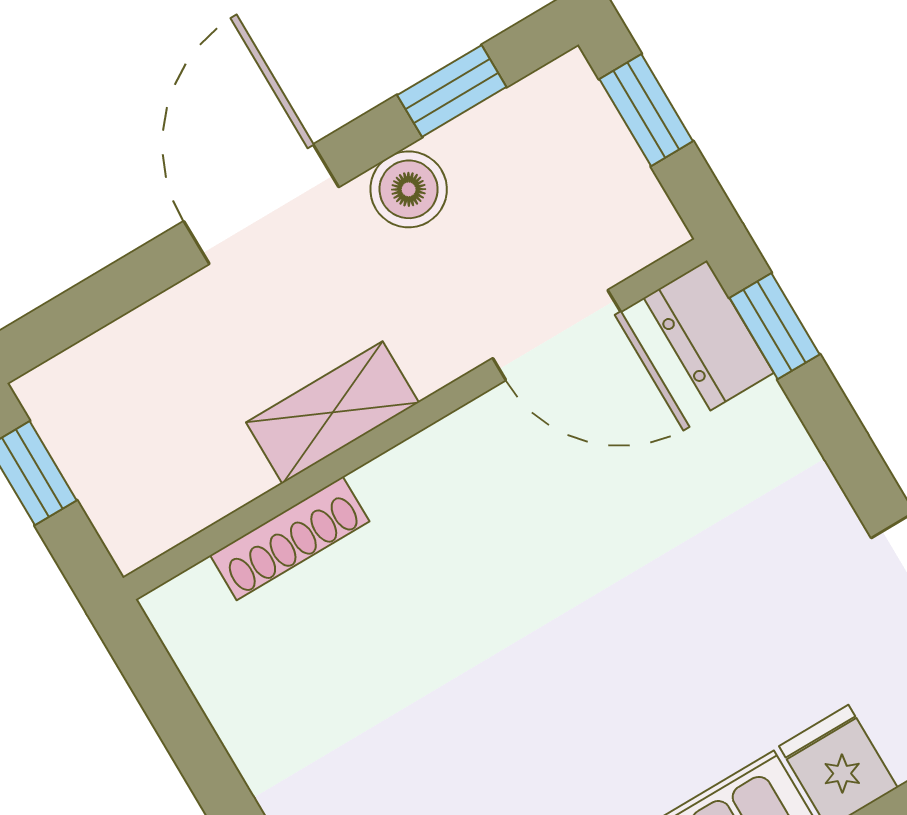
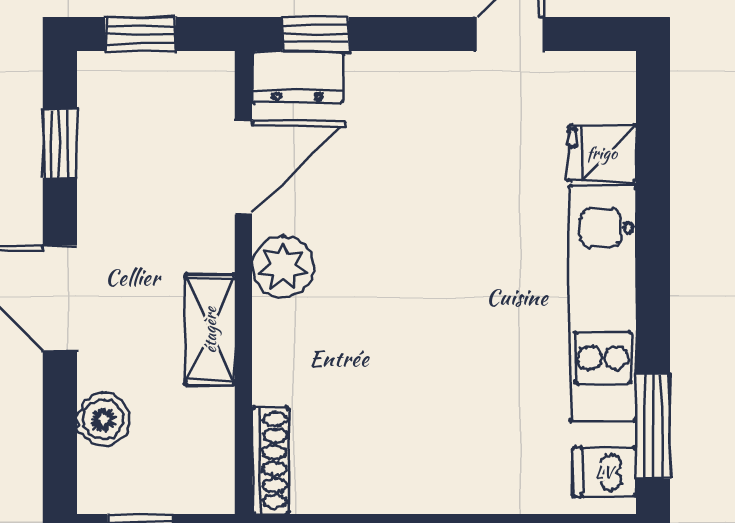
boiler: (409, 189) -> (103, 420), moved
plant: (463, 456) -> (282, 267), added
shoe rack: (290, 538) -> (270, 460), moved

